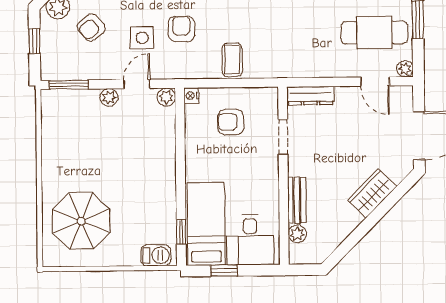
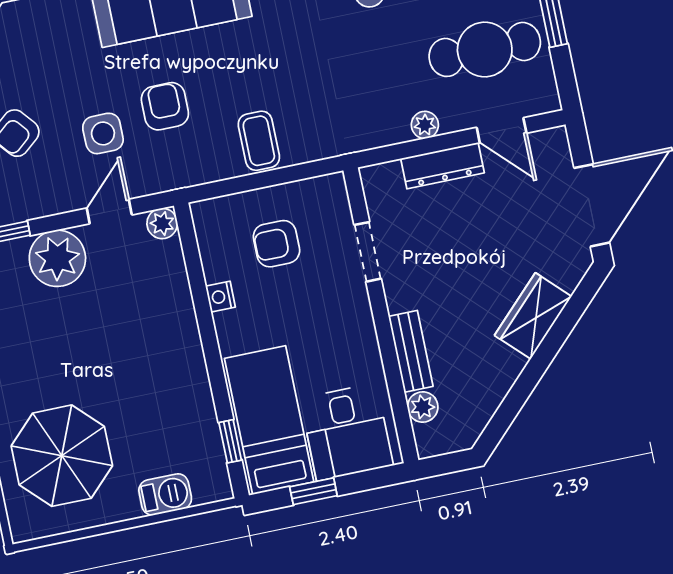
plant: (405, 69) -> (425, 125), moved
nightstand: (191, 96) -> (220, 297), moved
dresser: (310, 96) -> (442, 166), moved
plant: (109, 98) -> (57, 258), width x1.88, depth x1.88
barbecue: (156, 255) -> (165, 495), moved

